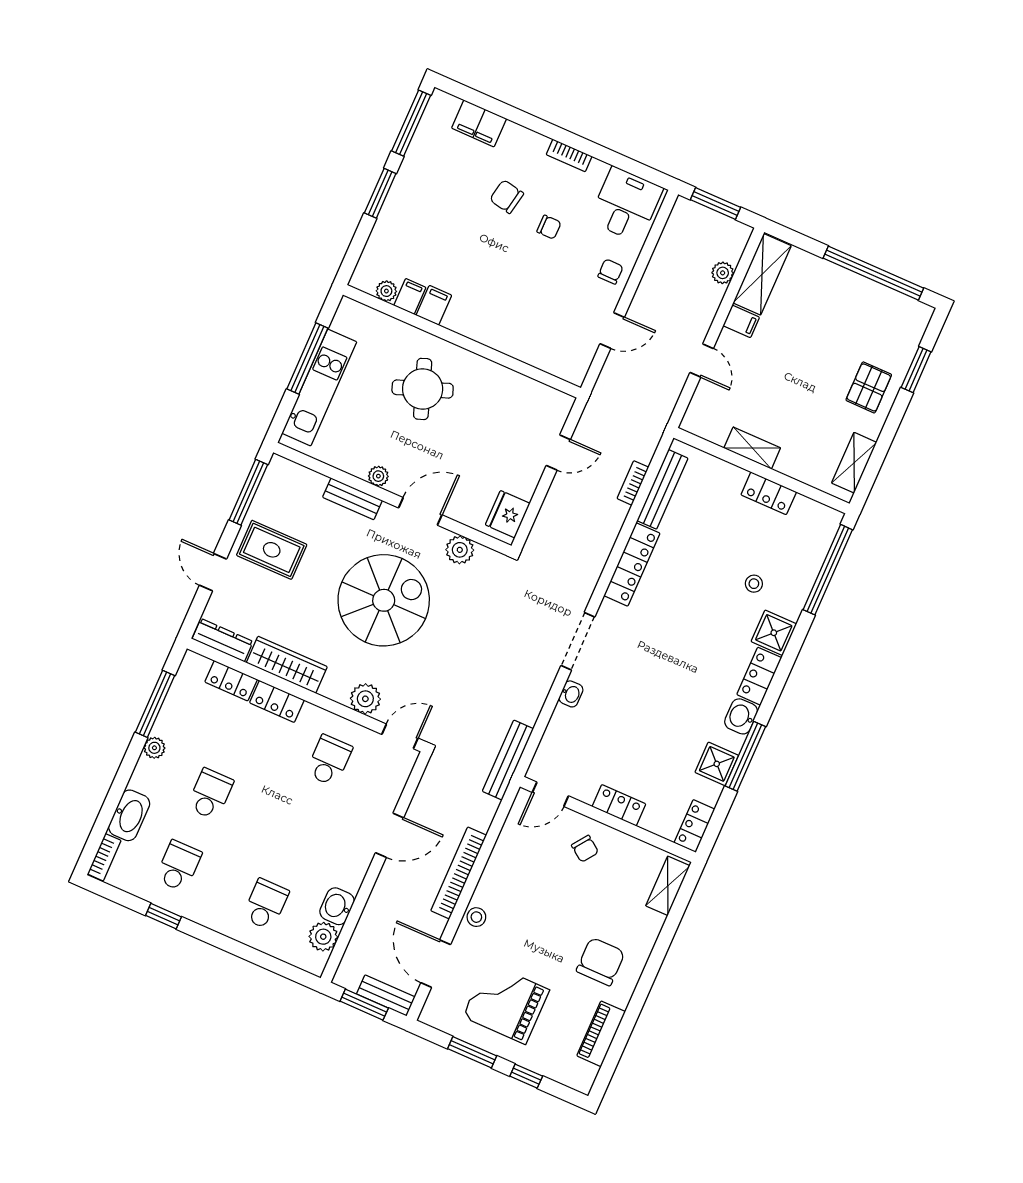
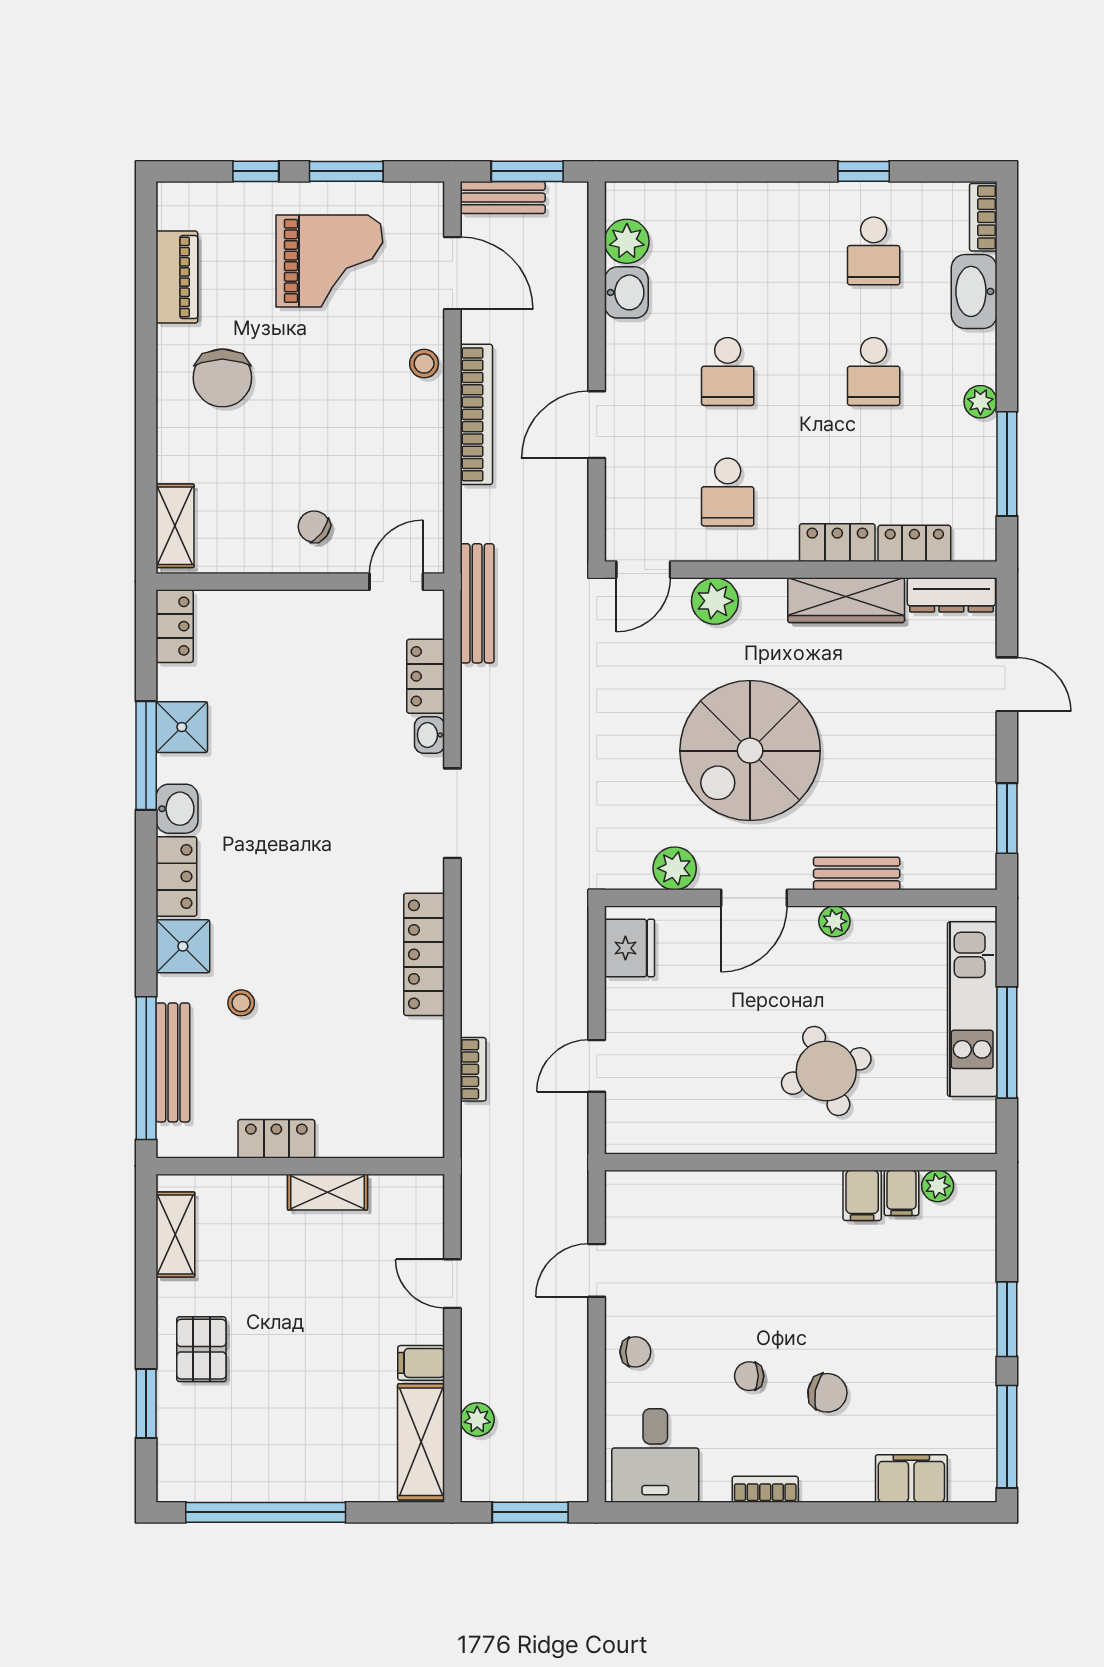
chair: (610, 272) -> (635, 1352), turned -90
bench: (662, 489) -> (173, 1062), moved
window: (248, 492) -> (1007, 818), width x0.69
rug: (272, 550) -> (938, 752), removed
locker: (619, 805) -> (426, 676), moved, turned 90
school desk: (266, 904) -> (728, 371), moved

